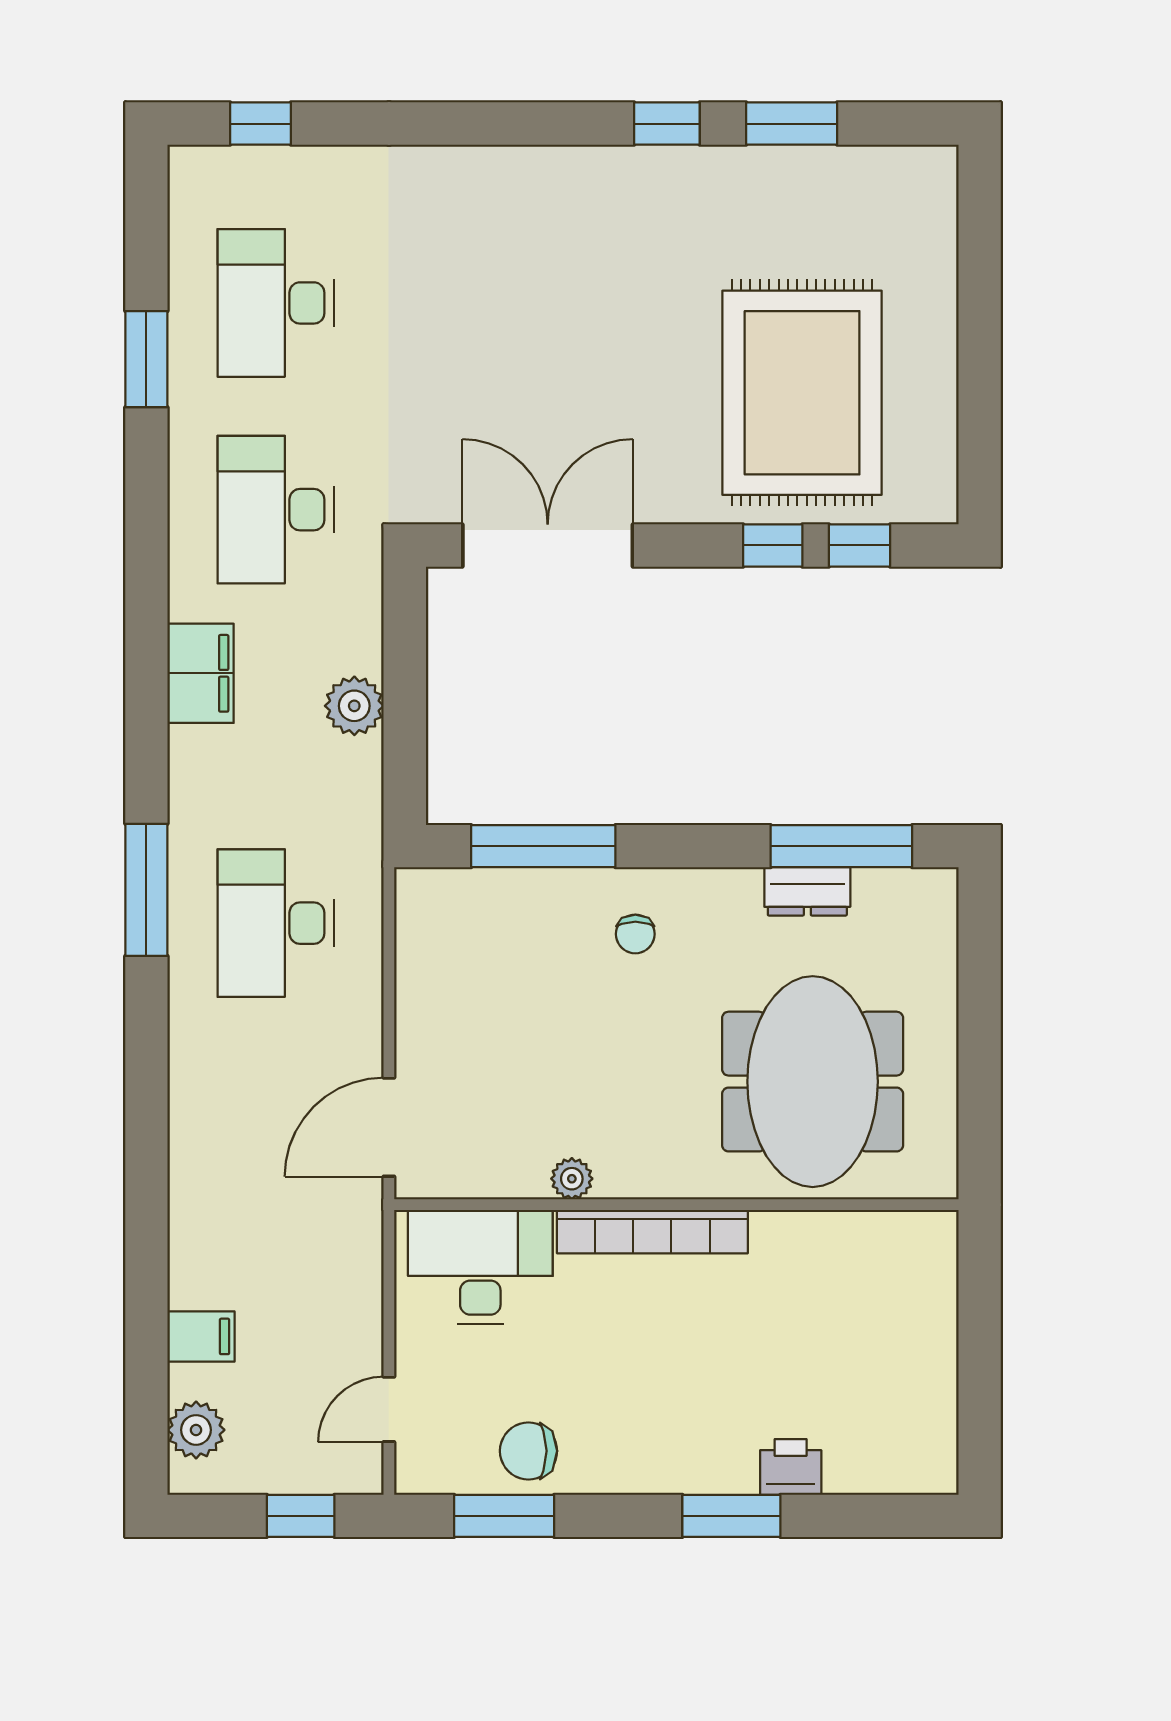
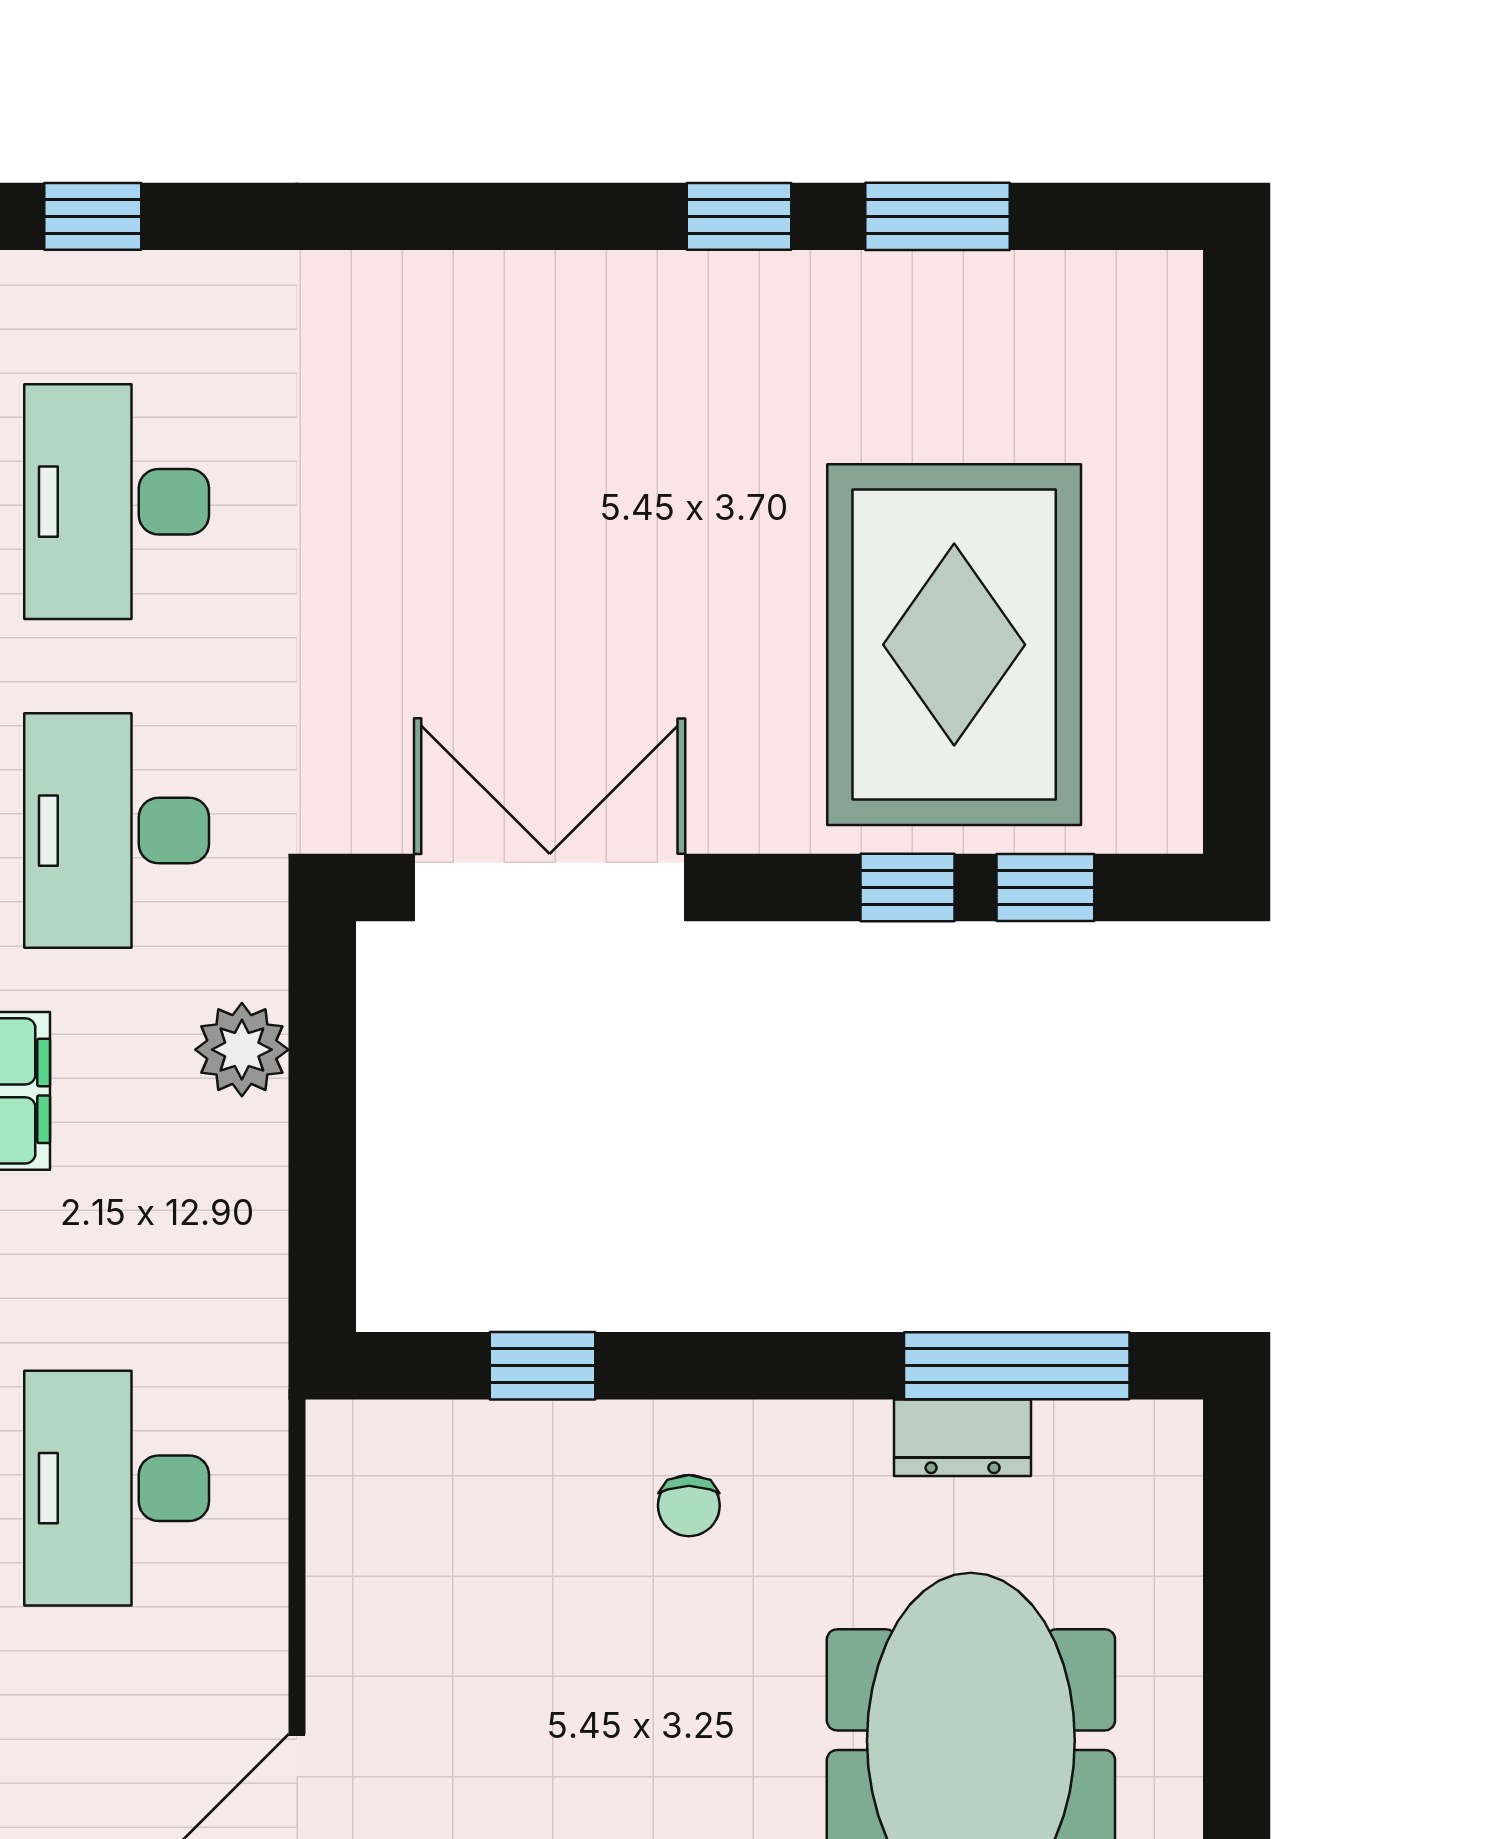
plant: (354, 706) -> (242, 1050), moved
window: (543, 846) -> (543, 1366), width x0.46

